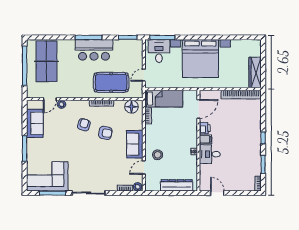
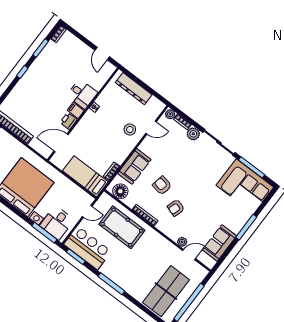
bar counter: (94, 50) -> (88, 248), moved
sofa: (135, 144) -> (134, 166), moved
plant: (111, 185) -> (193, 134), added

